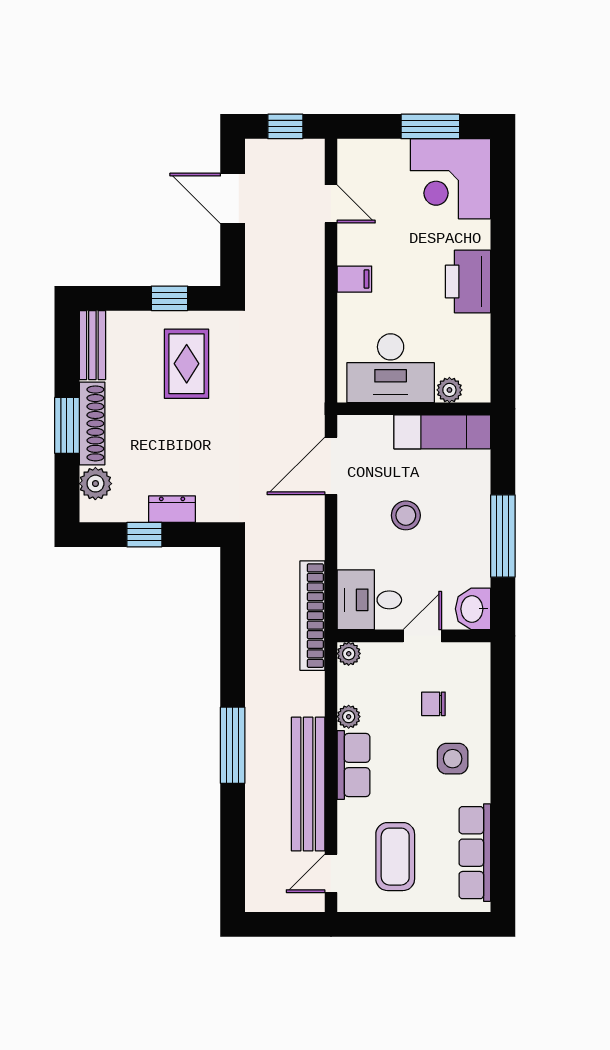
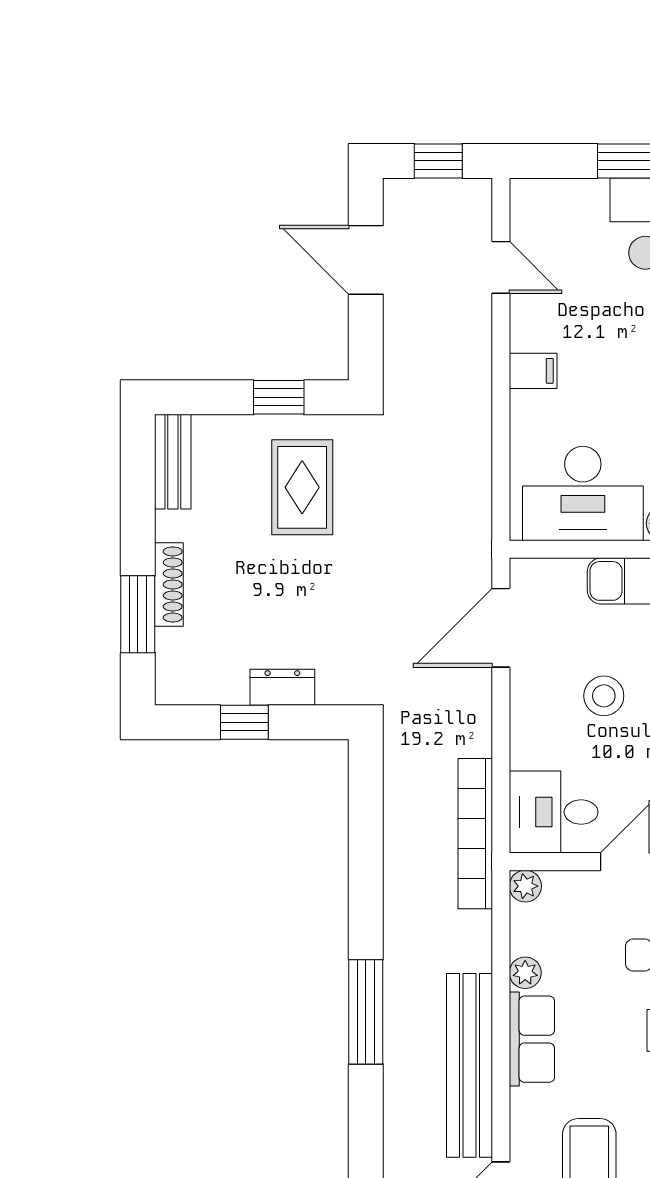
shoe rack: (92, 423) -> (169, 584), width x0.74, depth x0.81
window: (67, 425) -> (138, 614), moved
plant: (95, 484) -> (177, 652), removed

